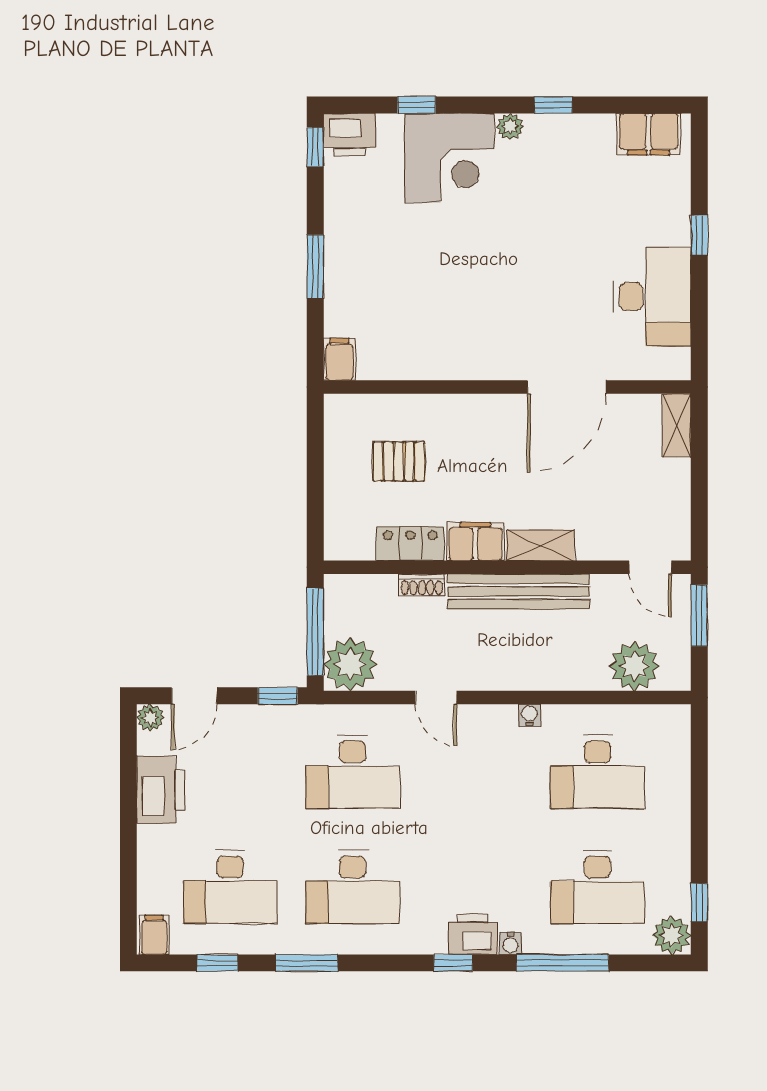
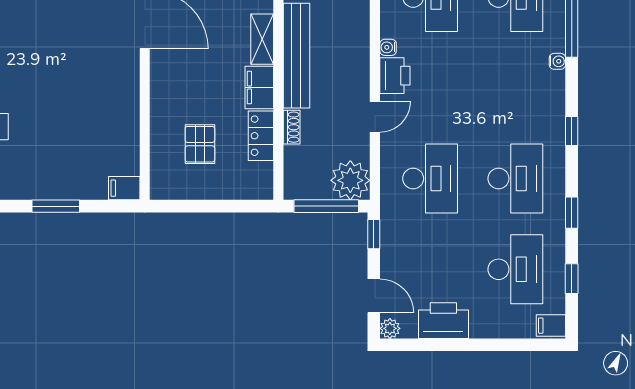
printer: (473, 934) -> (395, 76), moved, turned 180
window: (307, 963) -> (572, 213), width x0.67
window: (453, 963) -> (572, 131), moved

